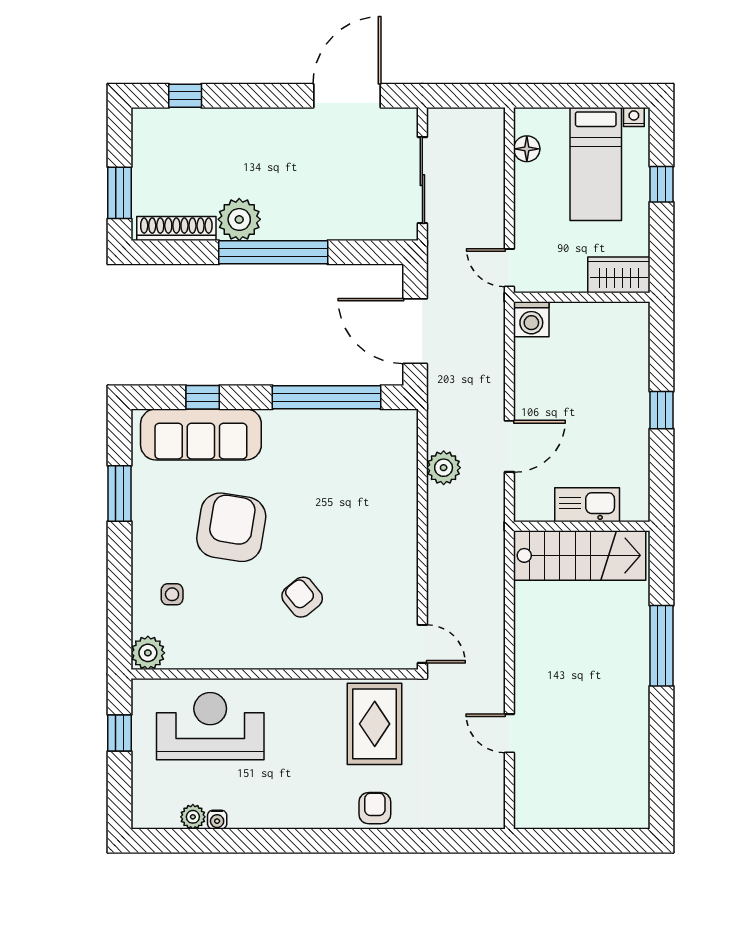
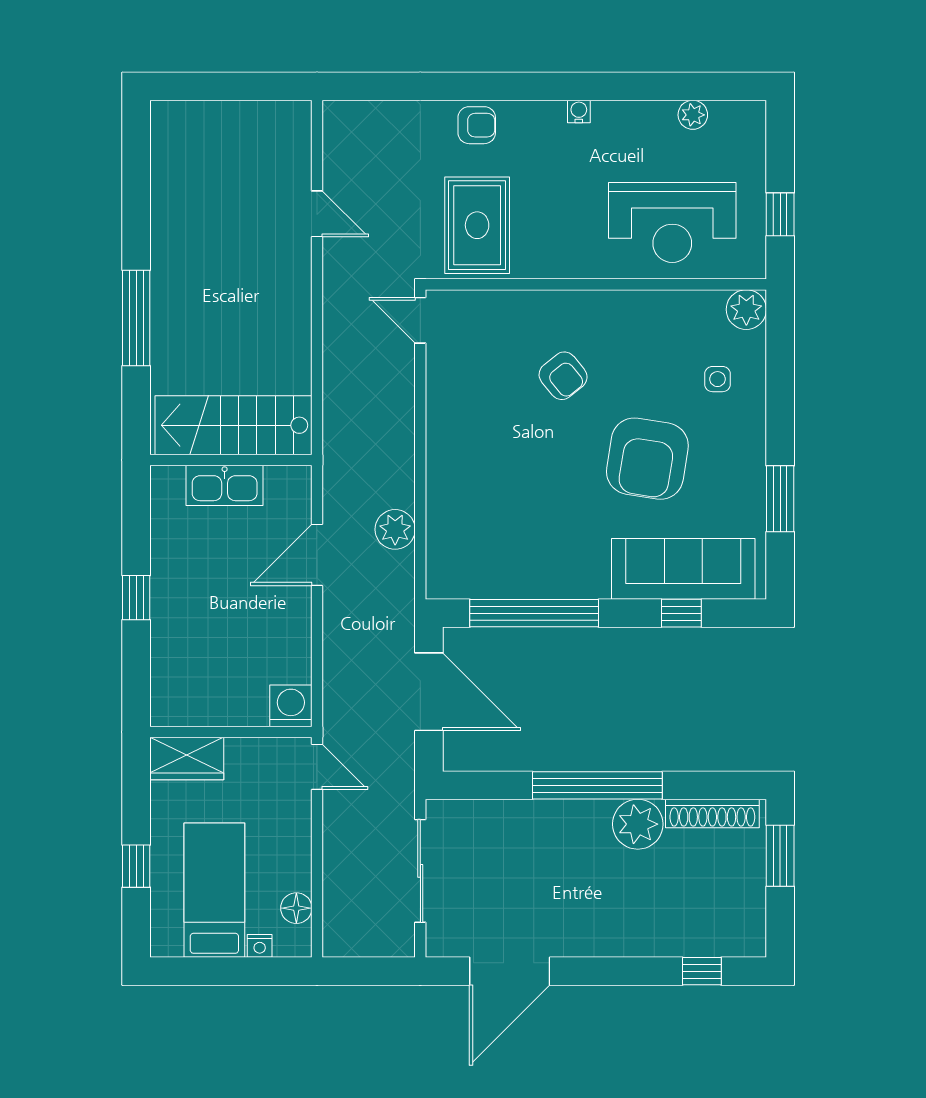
nightstand: (634, 117) -> (260, 946), moved
armchair: (375, 808) -> (477, 125), turned -90
water cooler: (217, 820) -> (579, 112), moved

